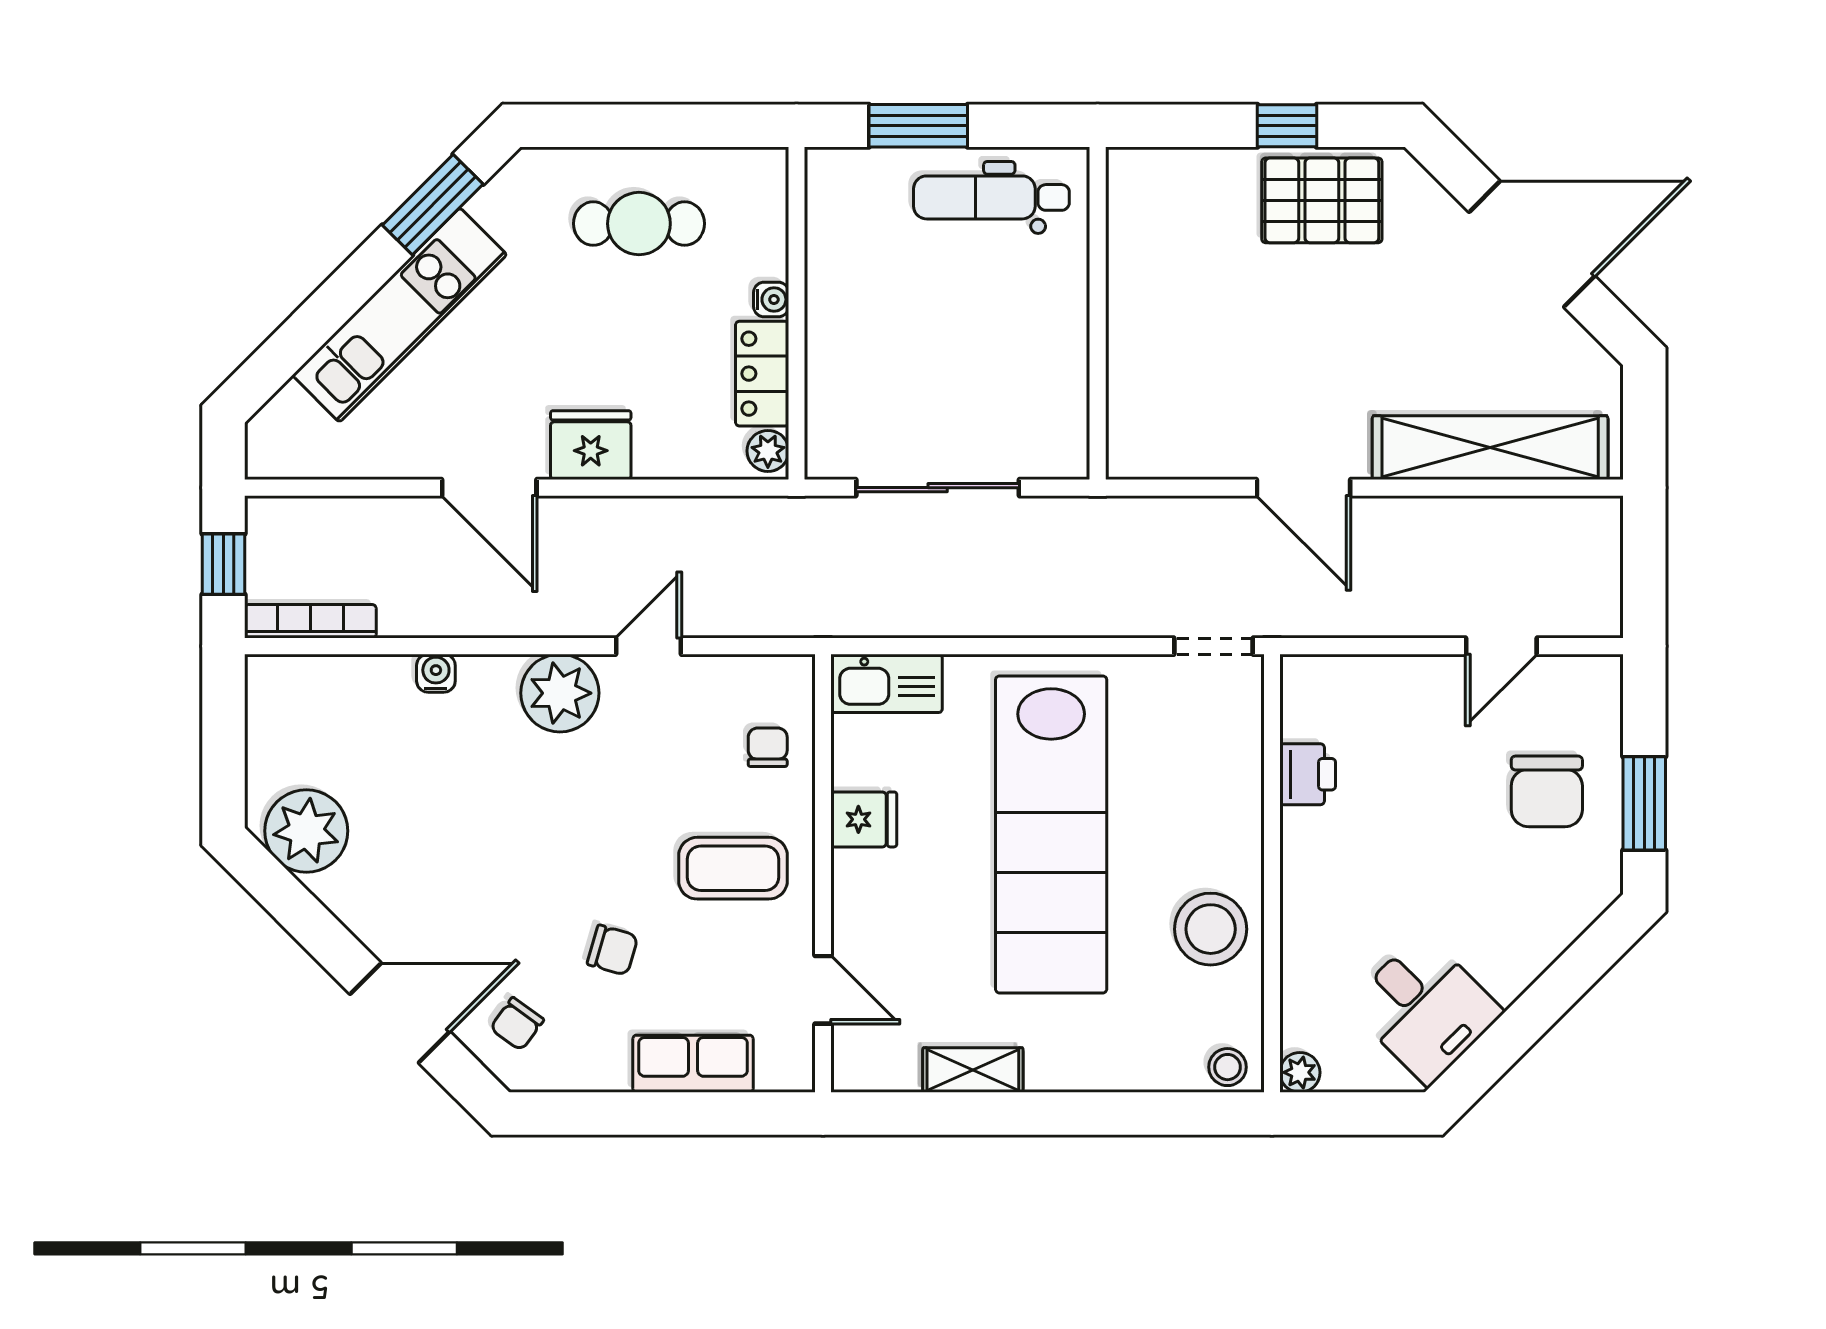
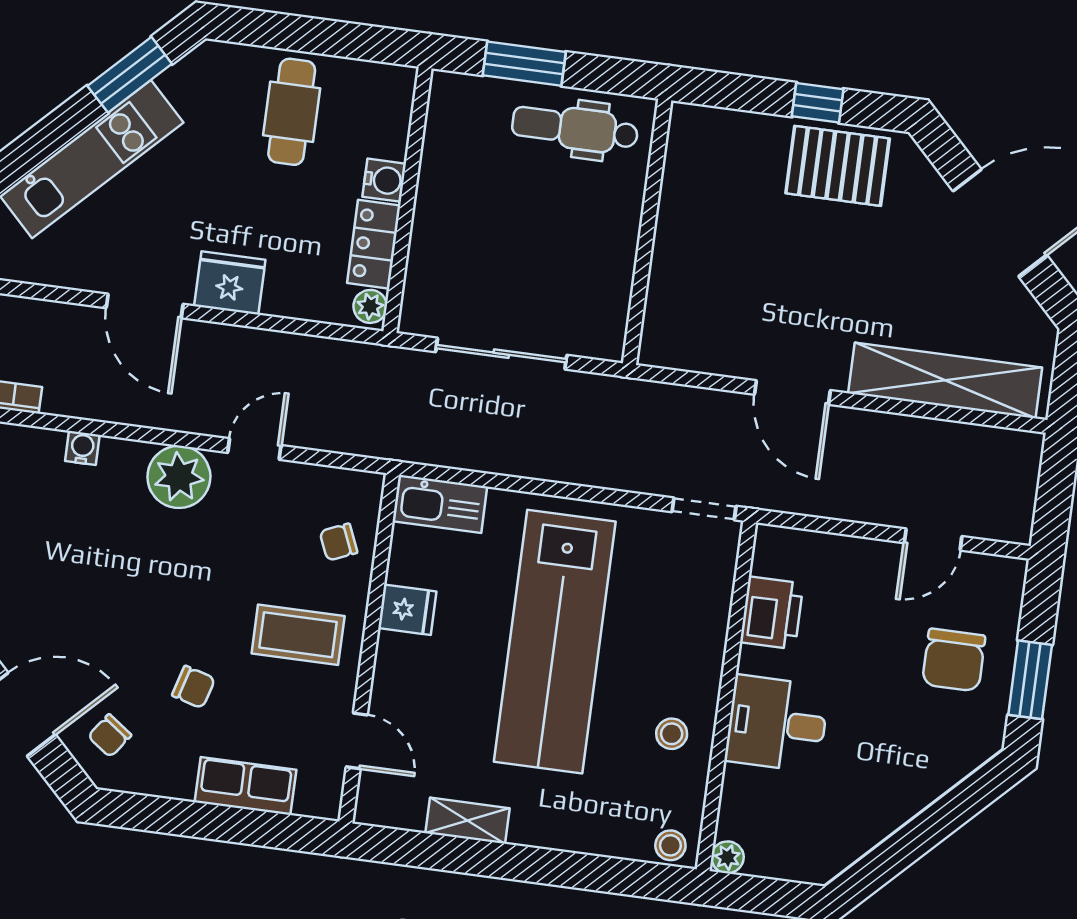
cafe table: (639, 224) -> (292, 112), turned 90
water cooler: (771, 299) -> (384, 180), width x1.38, depth x1.38
chair: (768, 747) -> (339, 542), turned -113
printer: (1308, 774) -> (772, 613), width x1.36, depth x1.24
stool: (1211, 929) -> (672, 734), width x0.53, depth x0.53
desk: (1425, 1009) -> (777, 724), moved, turned 135

